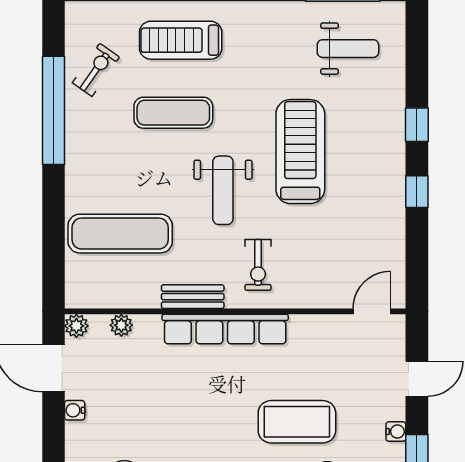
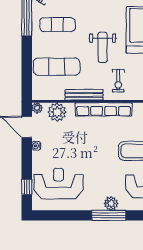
exercise mat: (173, 113) -> (57, 25), moved
bench: (193, 297) -> (84, 95), width x1.36
plant: (121, 325) -> (57, 112), width x1.87, depth x1.87

